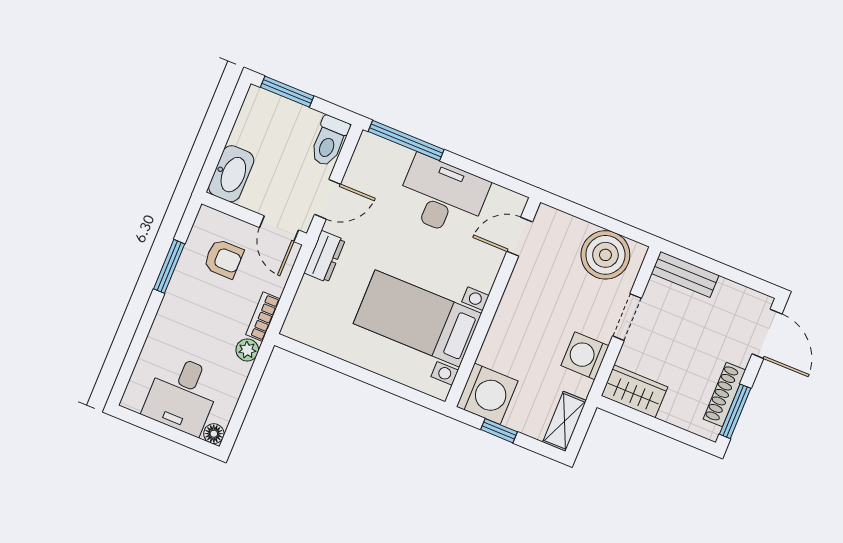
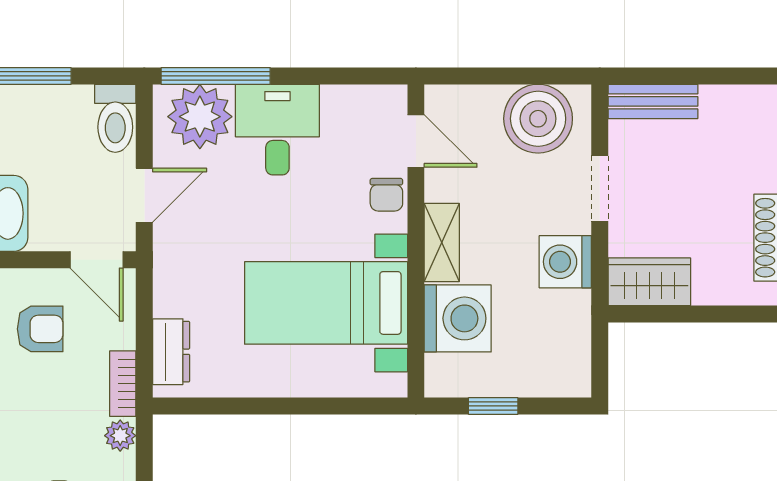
plant: (385, 163) -> (200, 117), added
desk: (442, 196) -> (277, 130), width x0.73
door: (520, 237) -> (416, 141), swing flipped
dresser: (325, 256) -> (171, 352), moved
chair: (486, 264) -> (386, 195), added
washing machine: (487, 394) -> (458, 318), moved
shelving: (564, 421) -> (442, 243), moved

